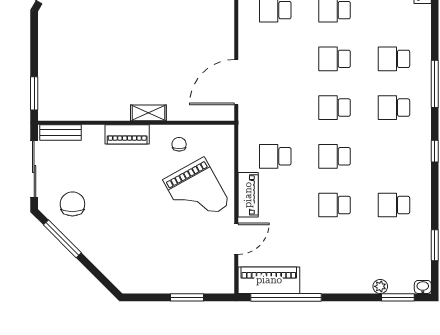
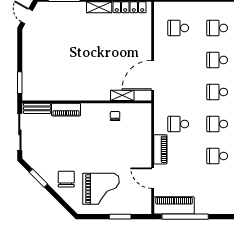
shelving: (148, 113) -> (122, 95), moved
piano: (127, 134) -> (66, 110), moved
grand piano: (197, 192) -> (101, 189), moved, turned -61
chair: (72, 204) -> (66, 179), moved
window: (62, 239) -> (38, 178), width x0.69
door: (236, 239) -> (153, 178), swing flipped

